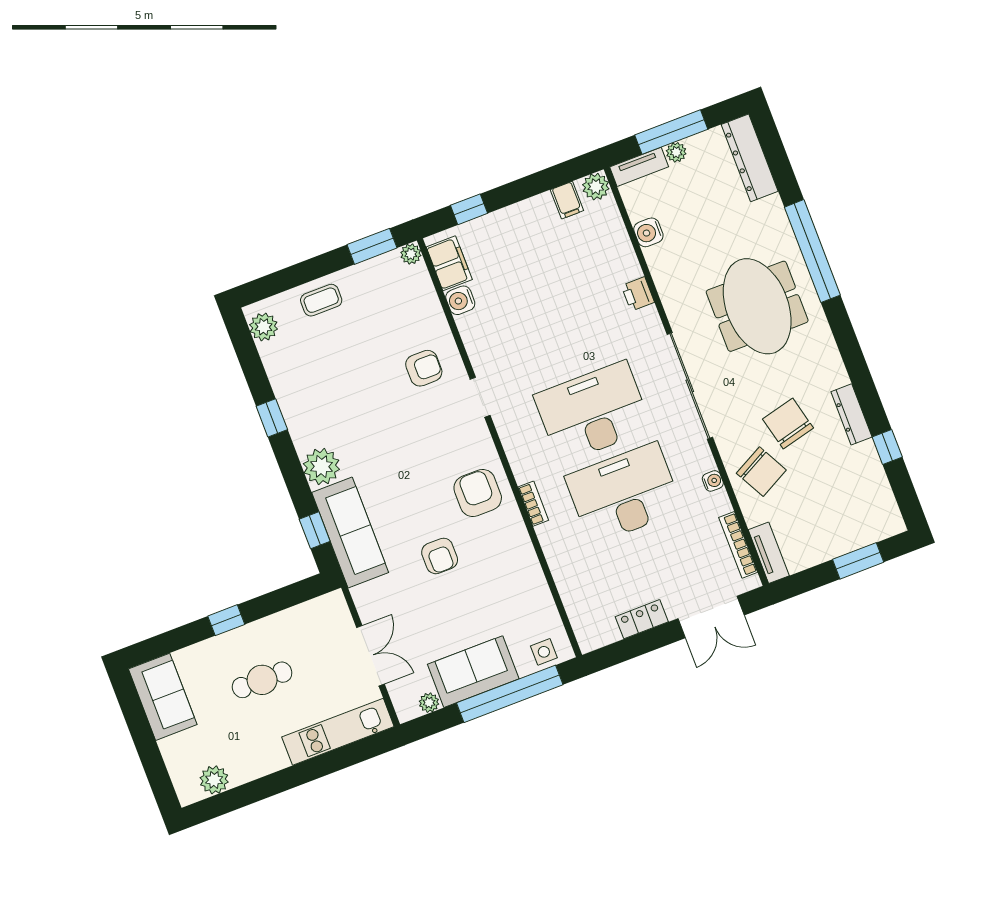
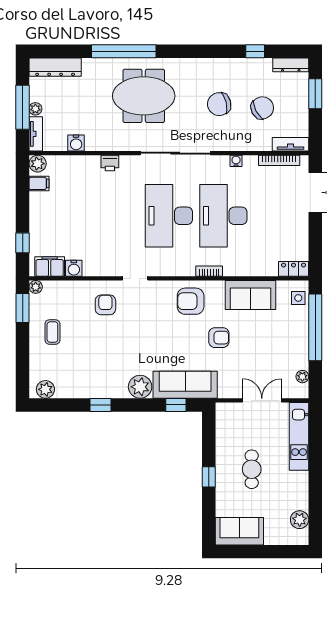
coffee table: (321, 300) -> (52, 332), moved
dresser: (851, 414) -> (291, 65), moved
chair: (761, 472) -> (262, 108), moved
locker: (642, 619) -> (294, 269), moved, turned 90
sofa: (473, 672) -> (250, 295), moved, turned -90

